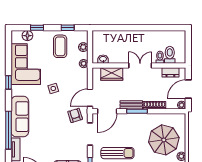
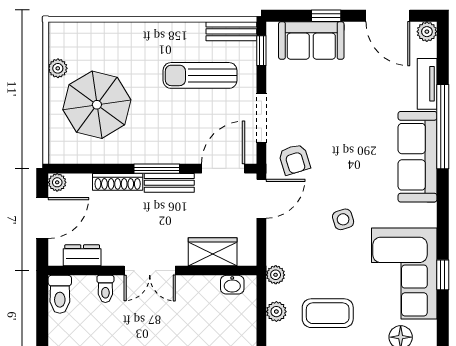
coffee table: (60, 46) -> (328, 313), turned 90
toilet: (170, 55) -> (60, 294), moved
window: (8, 82) -> (443, 275), moved

